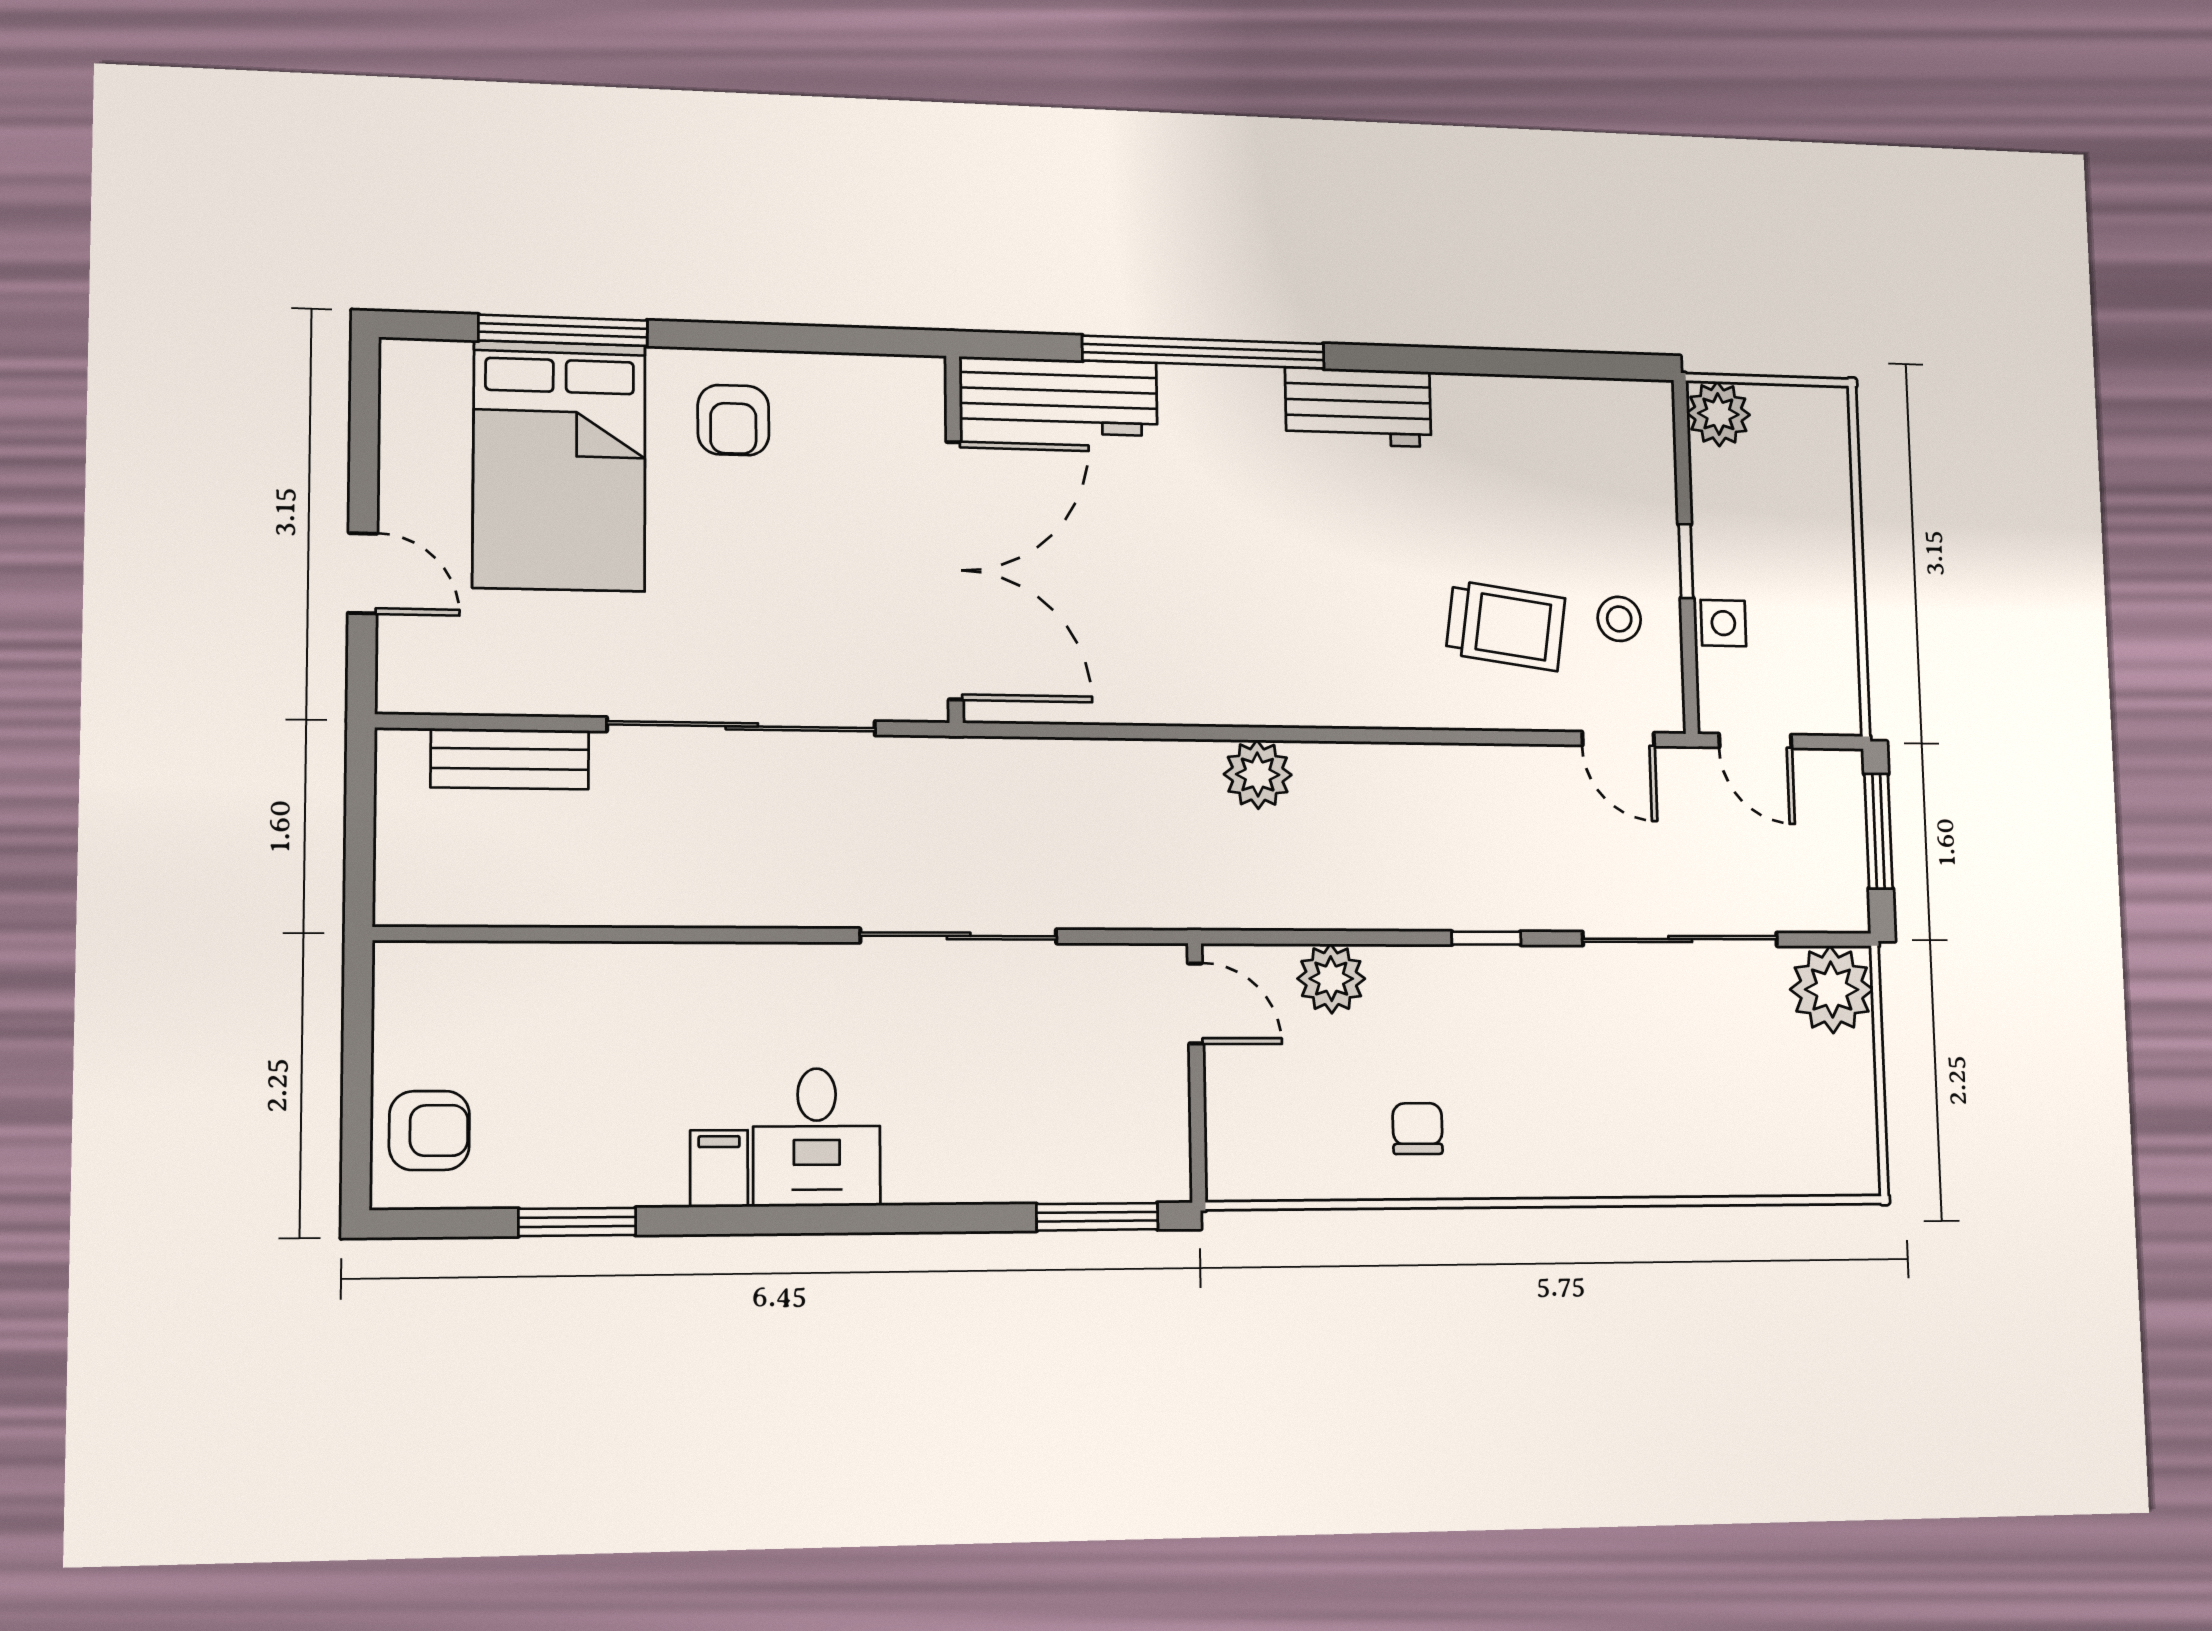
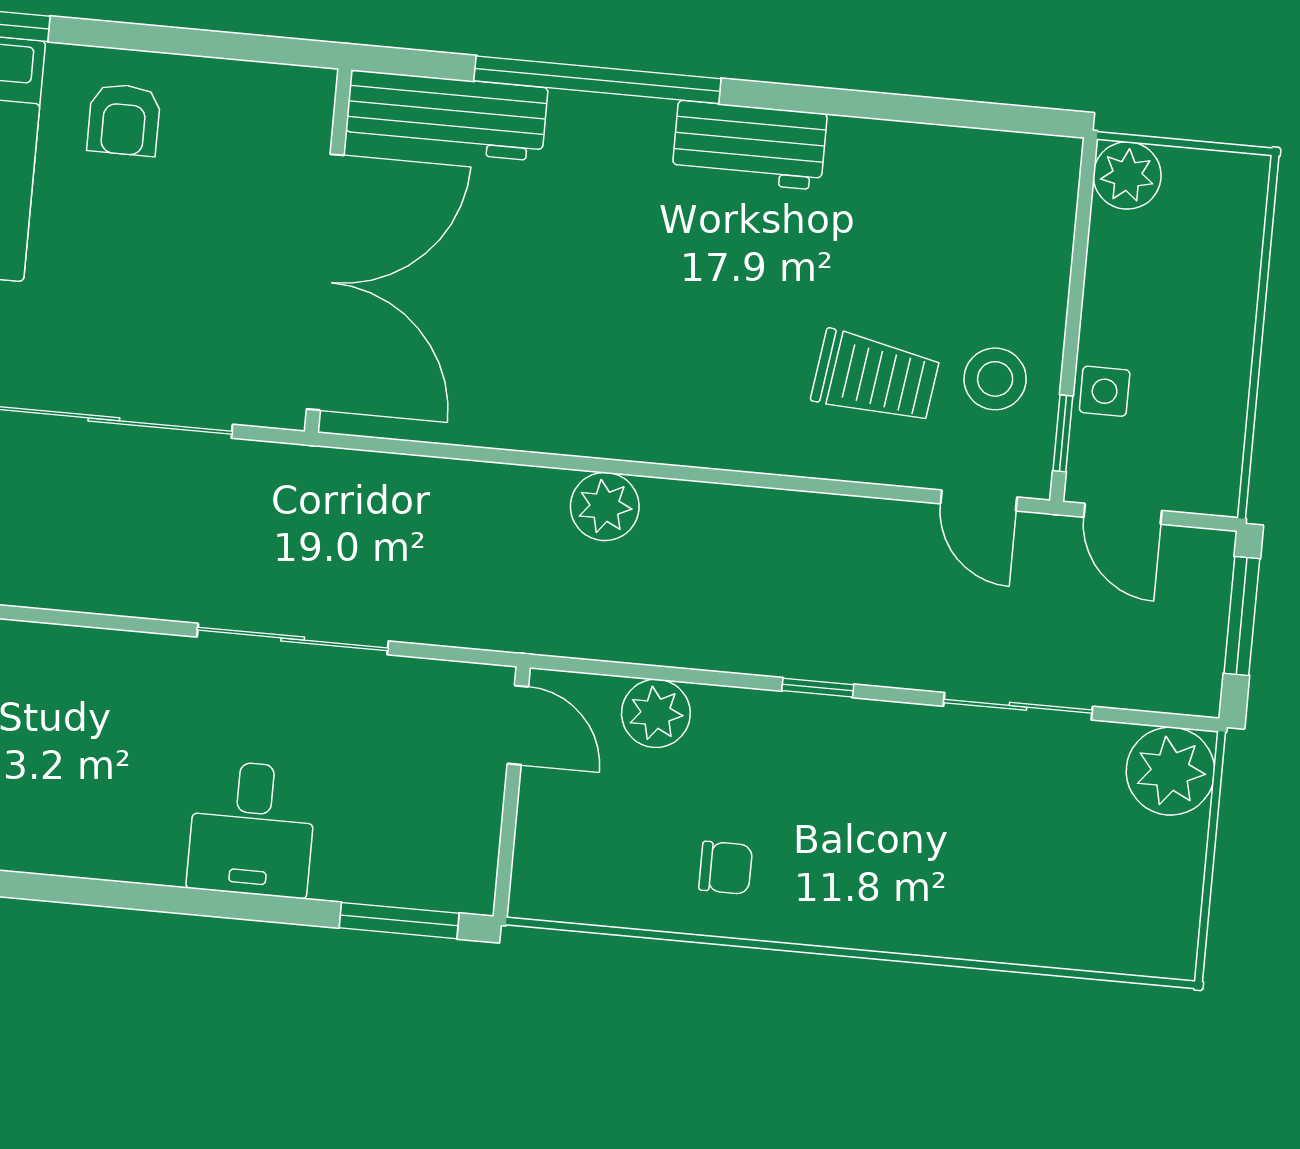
window: (1686, 561) -> (1063, 433), moved
stool: (1619, 619) -> (995, 379), width x1.37, depth x1.37
sliding door: (1680, 939) -> (1018, 706), width x0.73
chair: (1418, 1129) -> (726, 868), turned 90
desk: (817, 1137) -> (252, 829), moved
filing cabinet: (719, 1169) -> (43, 838), removed

